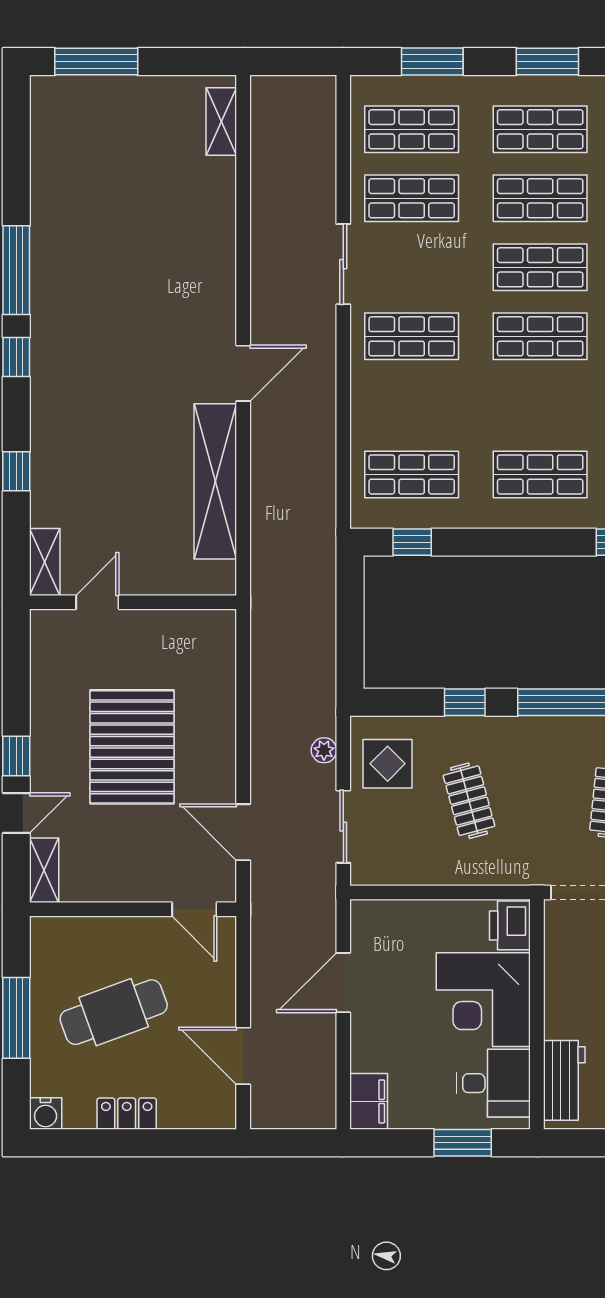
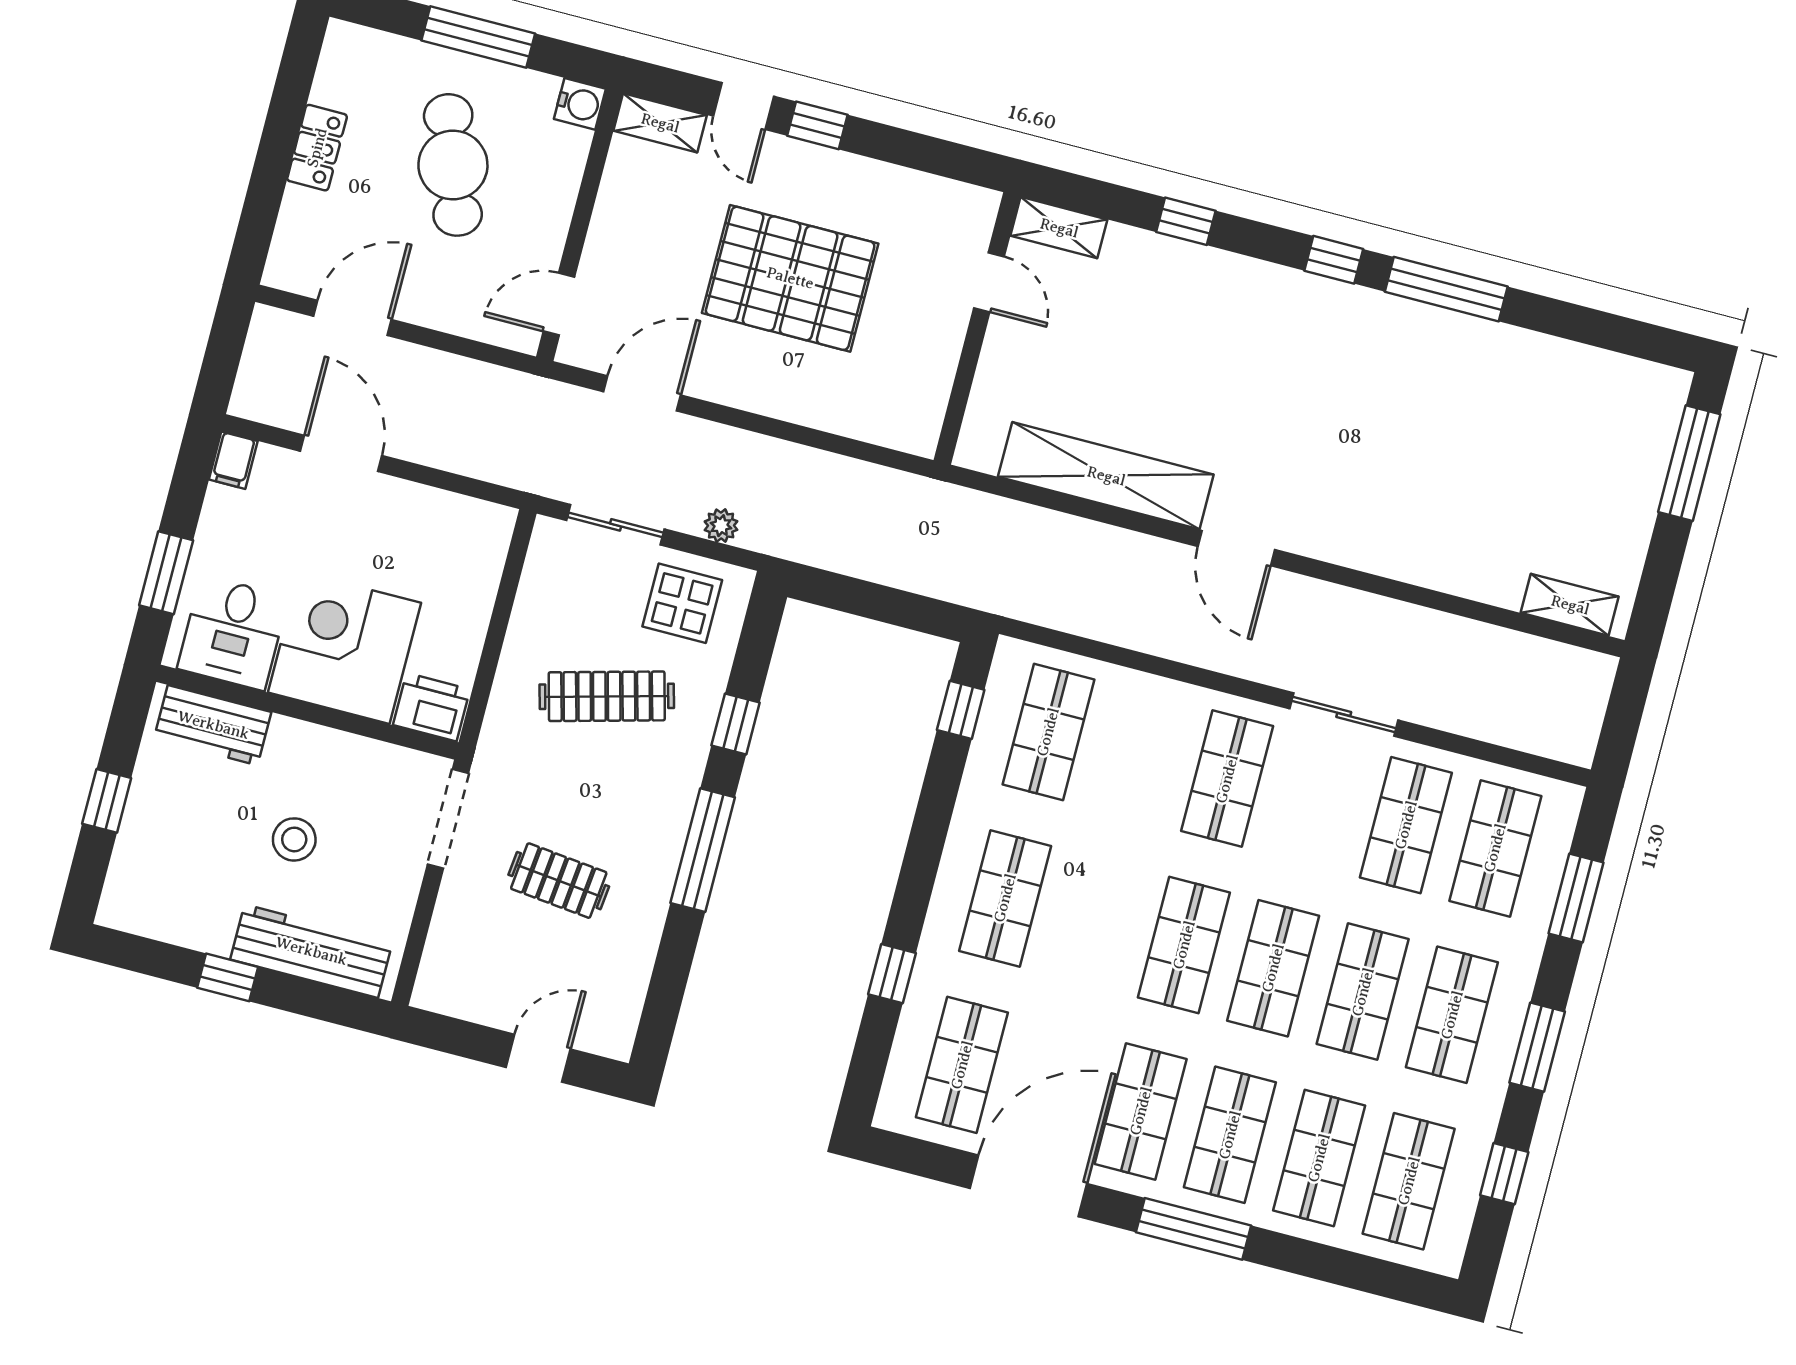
clothes rail: (469, 801) -> (607, 696), width x1.36
door: (343, 983) -> (341, 453), moved
filing cabinet: (369, 1101) -> (233, 460), width x0.50
water cooler: (46, 1113) -> (580, 104), moved, turned 180

